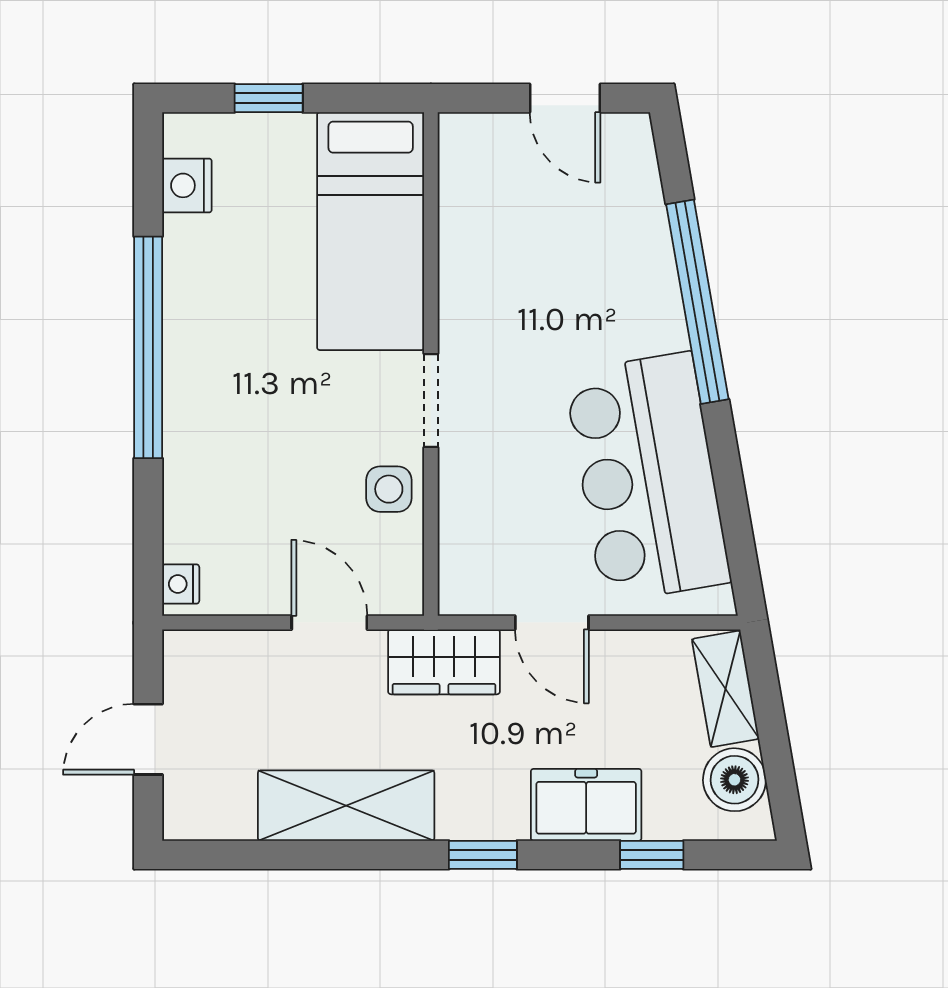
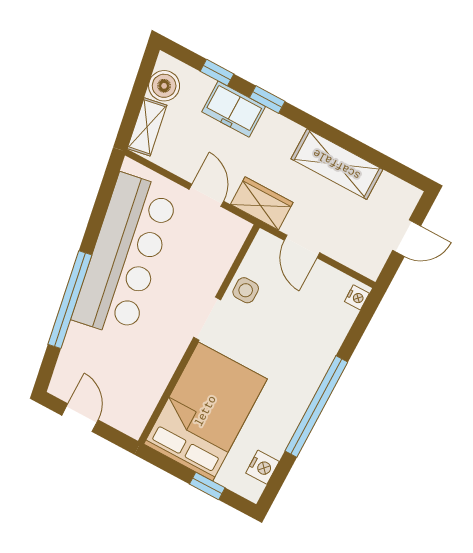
bed: (371, 231) -> (206, 411), width x1.50
bar counter: (647, 478) -> (125, 255), width x1.36
window: (483, 855) -> (267, 99), moved

